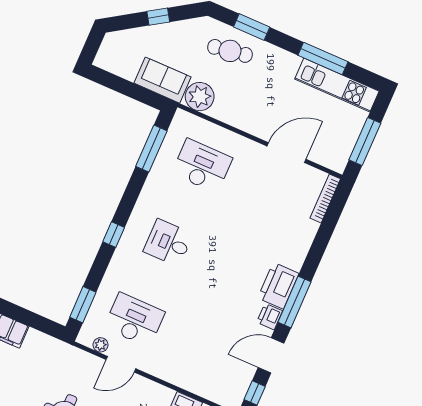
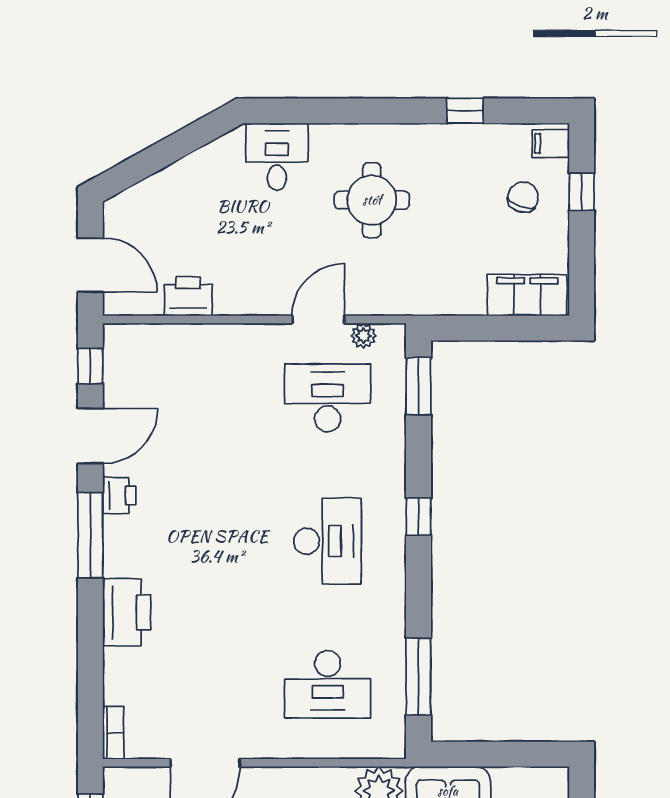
bookcase: (325, 198) -> (113, 733), width x0.64
desk: (168, 243) -> (328, 541), width x1.37
printer: (278, 286) -> (127, 612), moved
desk: (134, 320) -> (328, 398), turned 180

